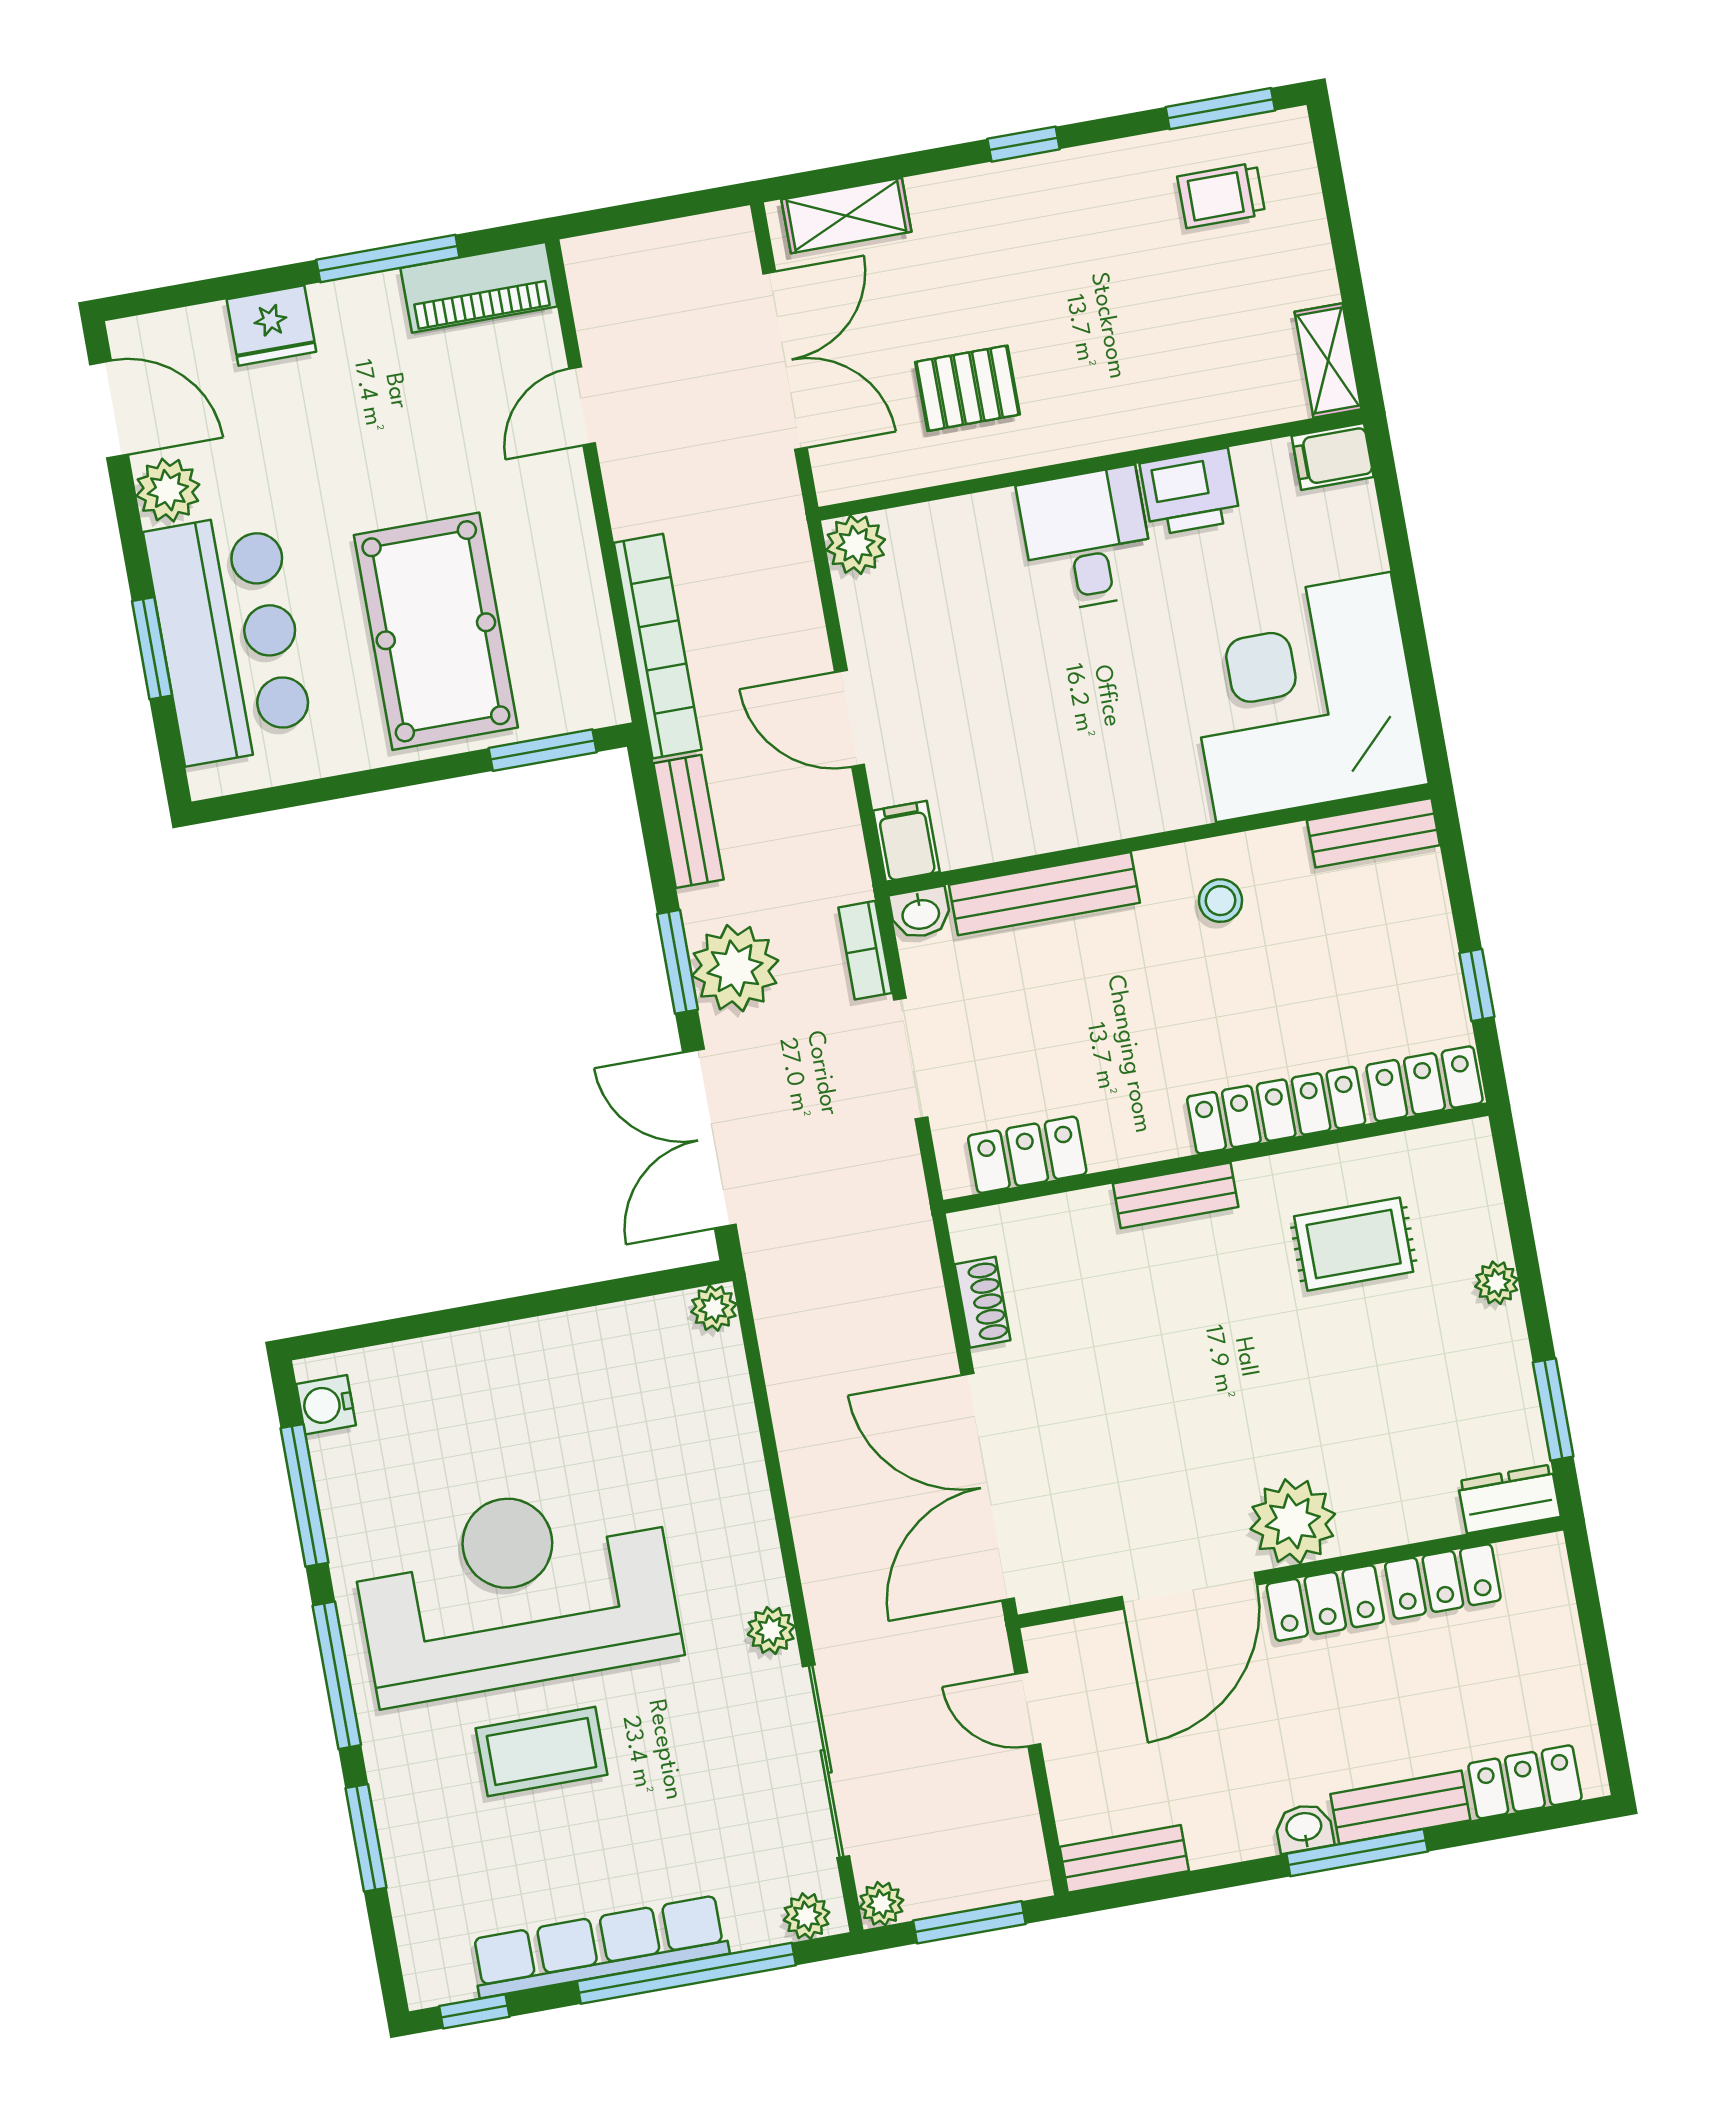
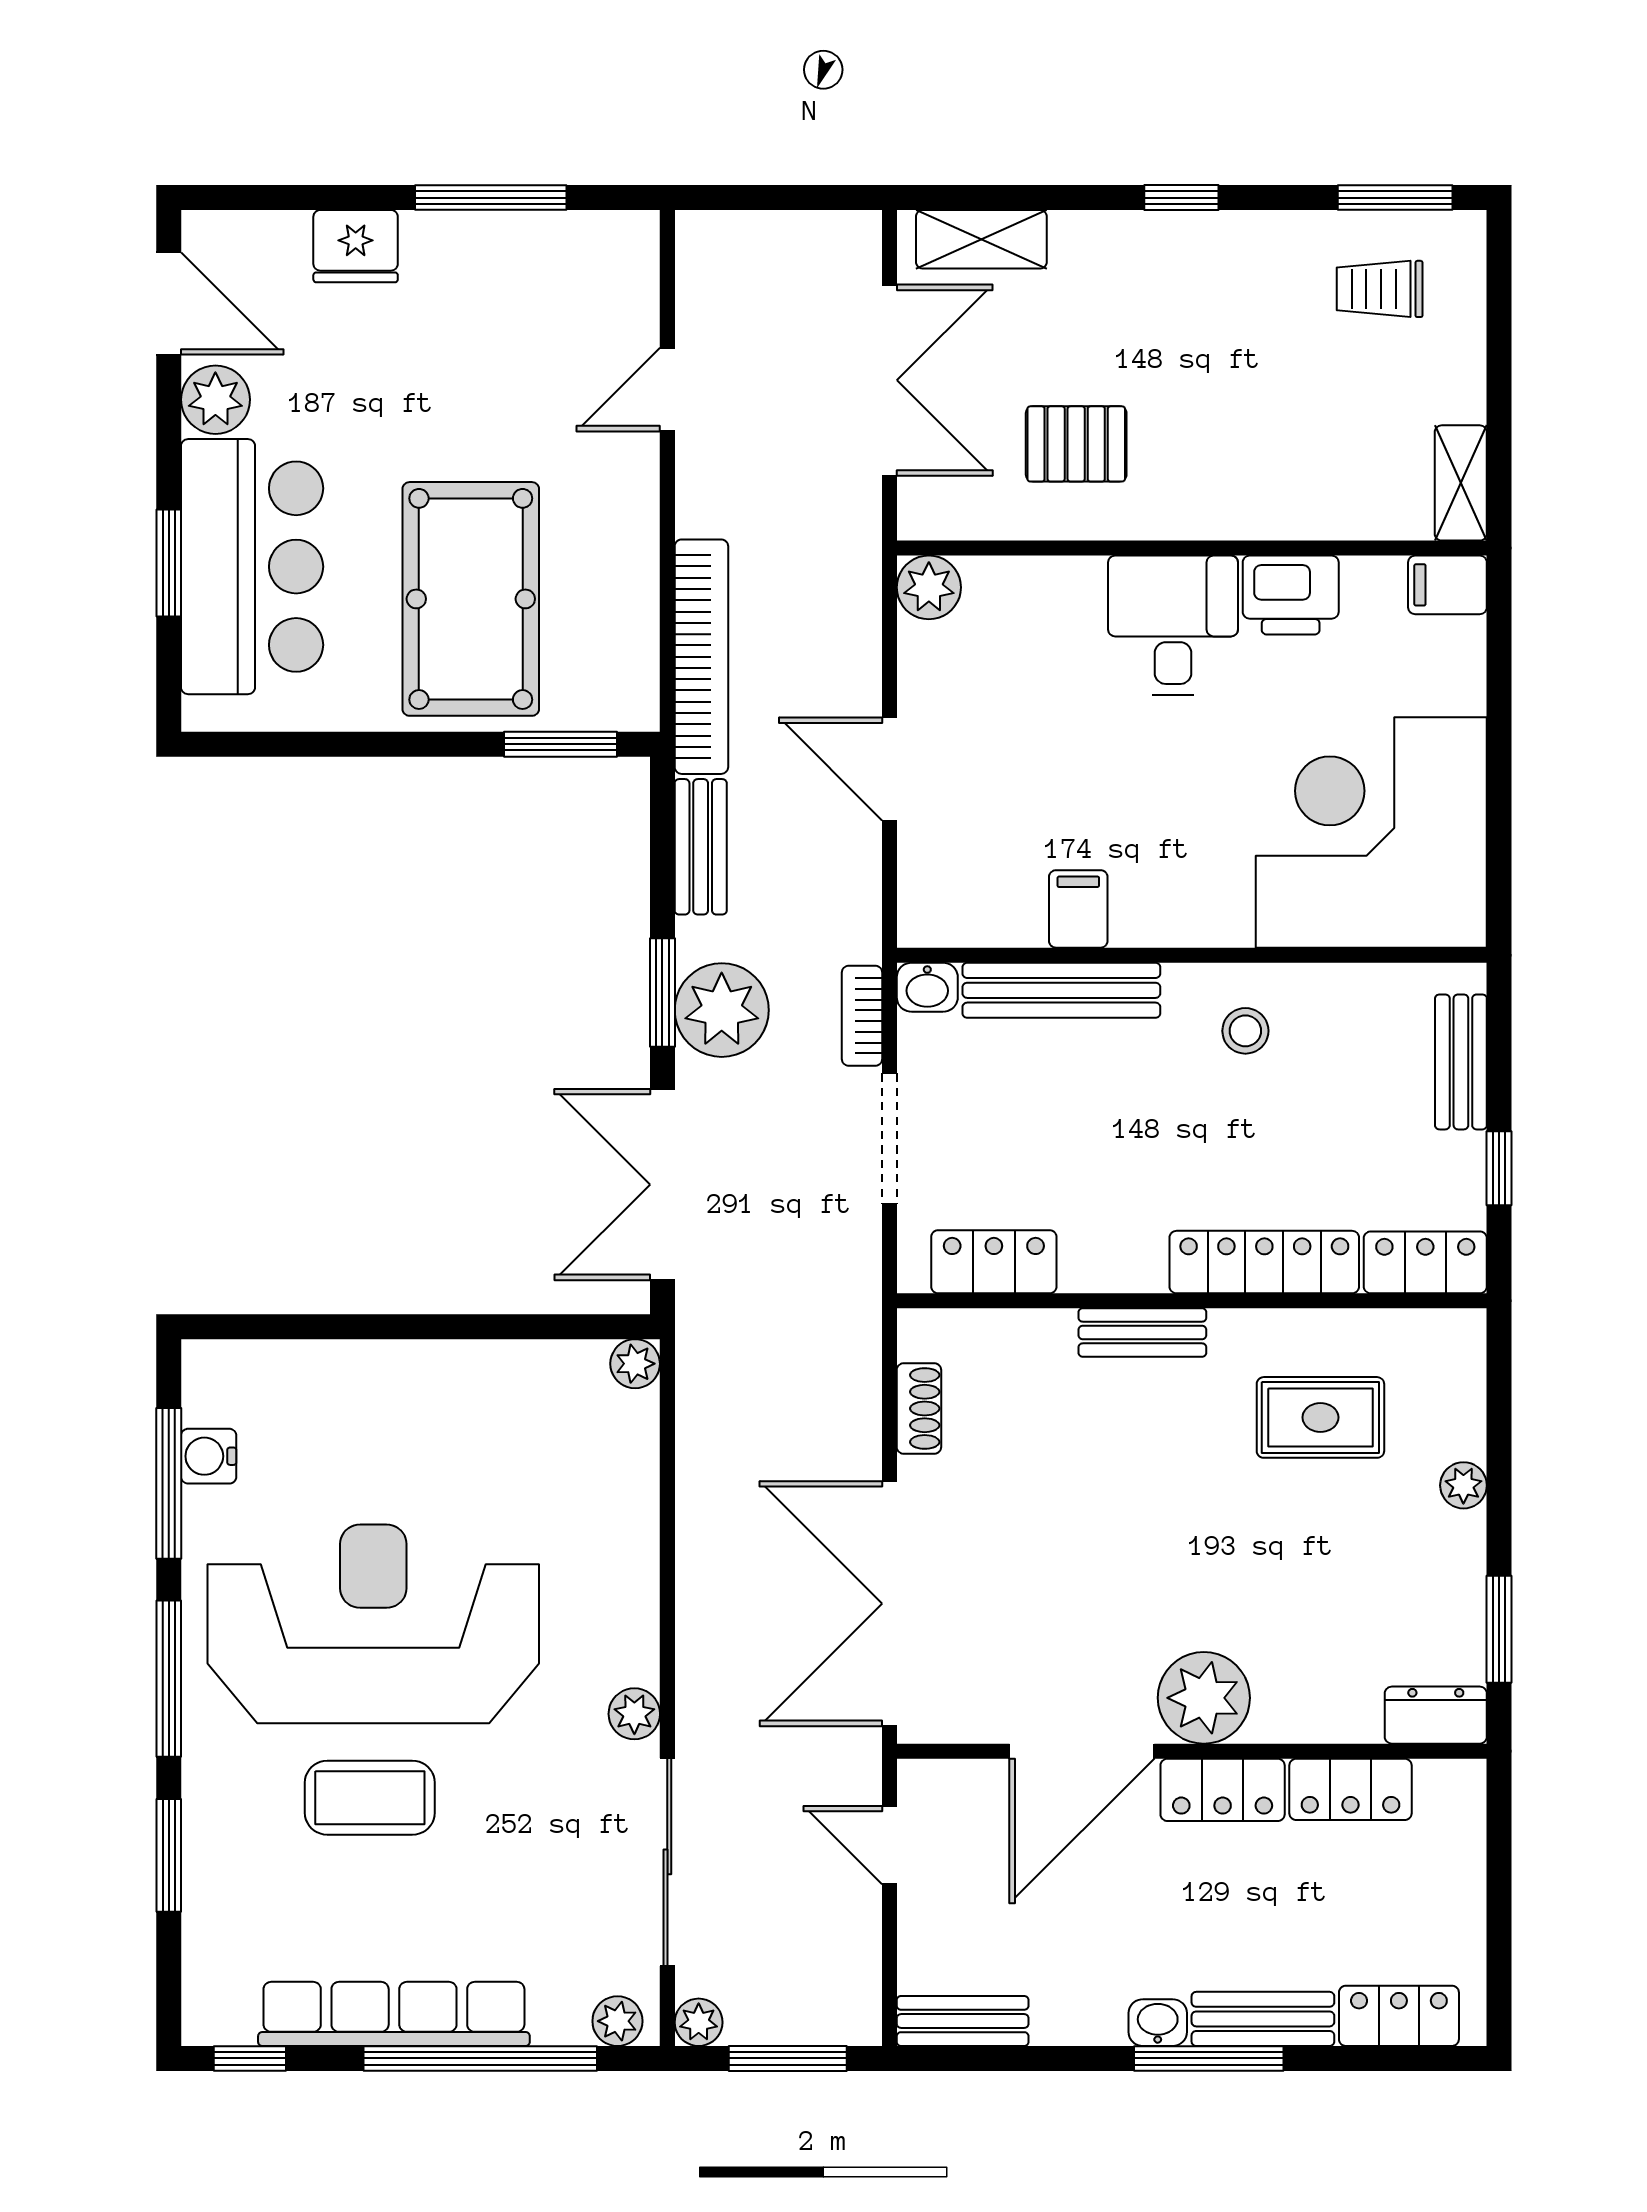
piano: (479, 287) -> (581, 245), removed
bench: (1373, 833) -> (1461, 1062), moved, turned 90
filing cabinet: (906, 841) -> (1078, 909), moved
water cooler: (326, 1405) -> (209, 1456), moved

